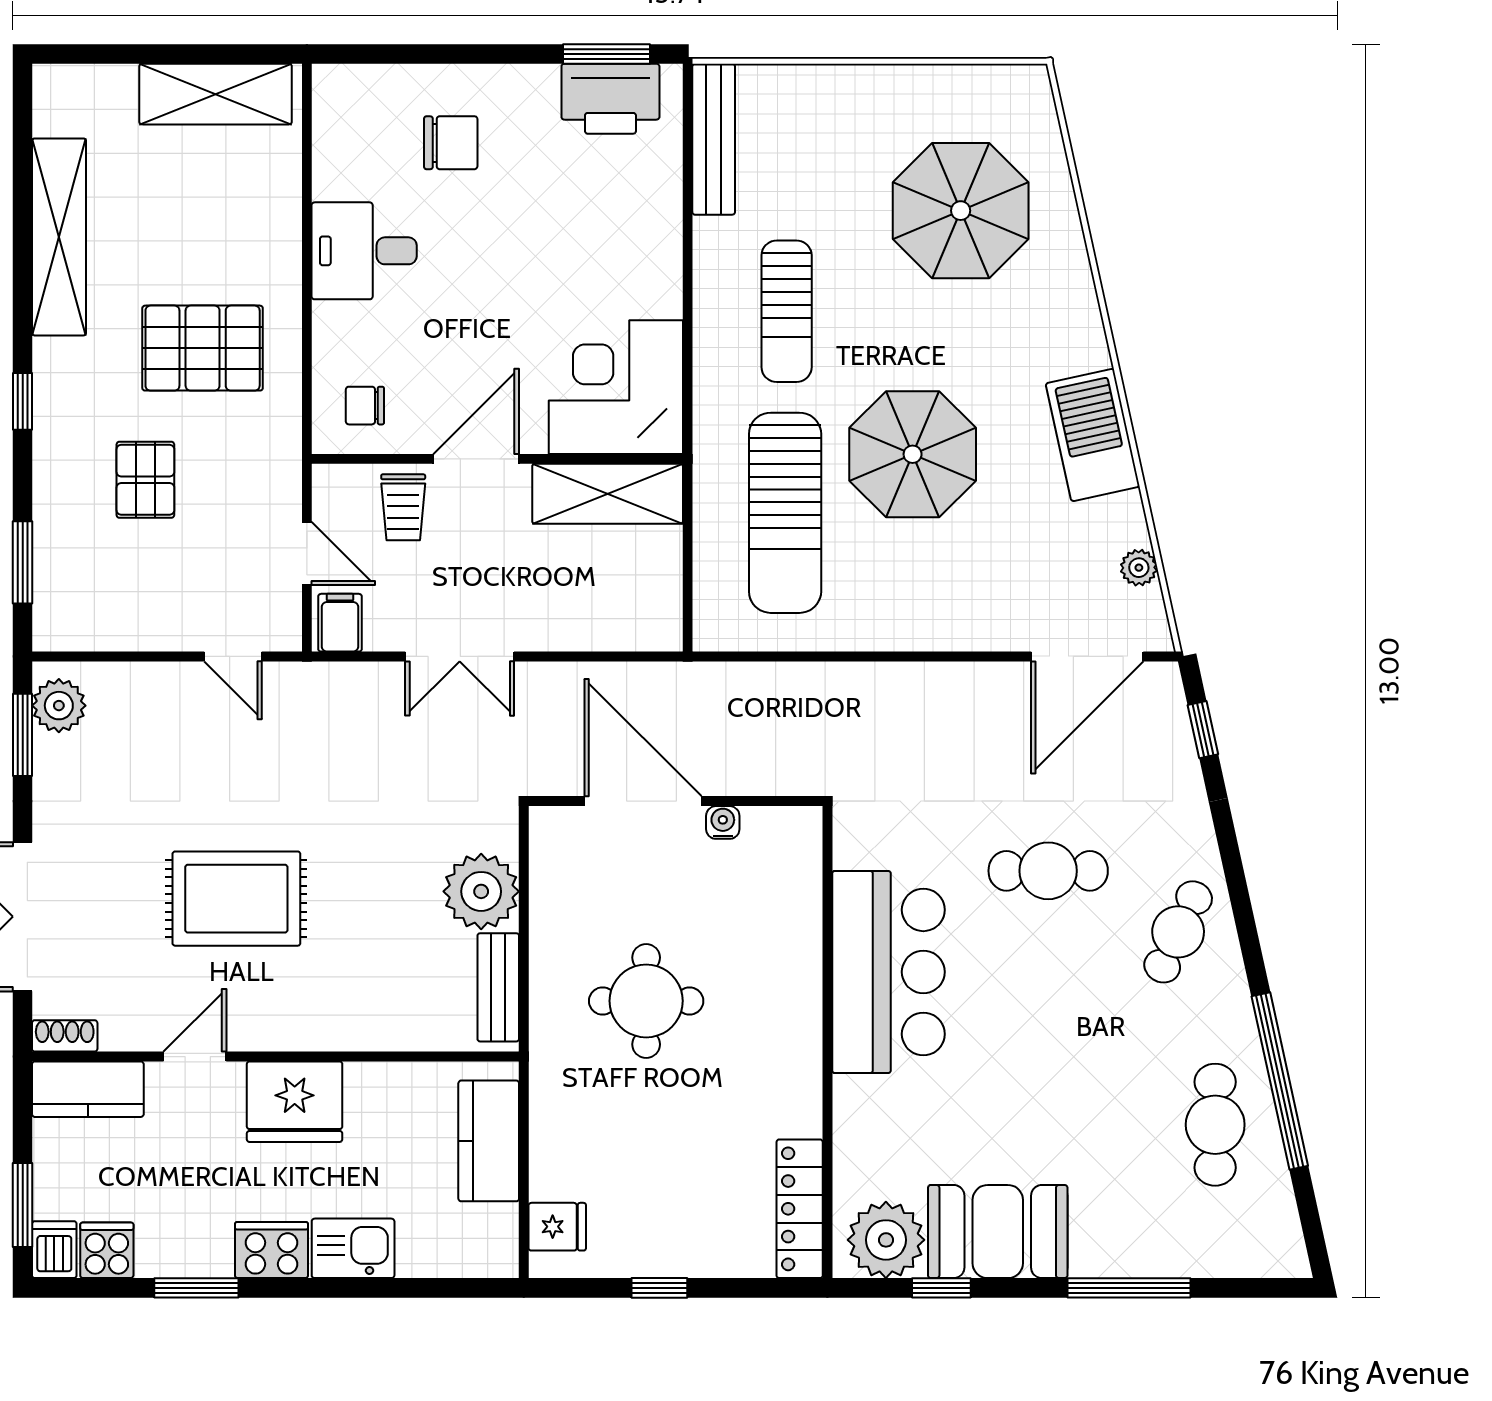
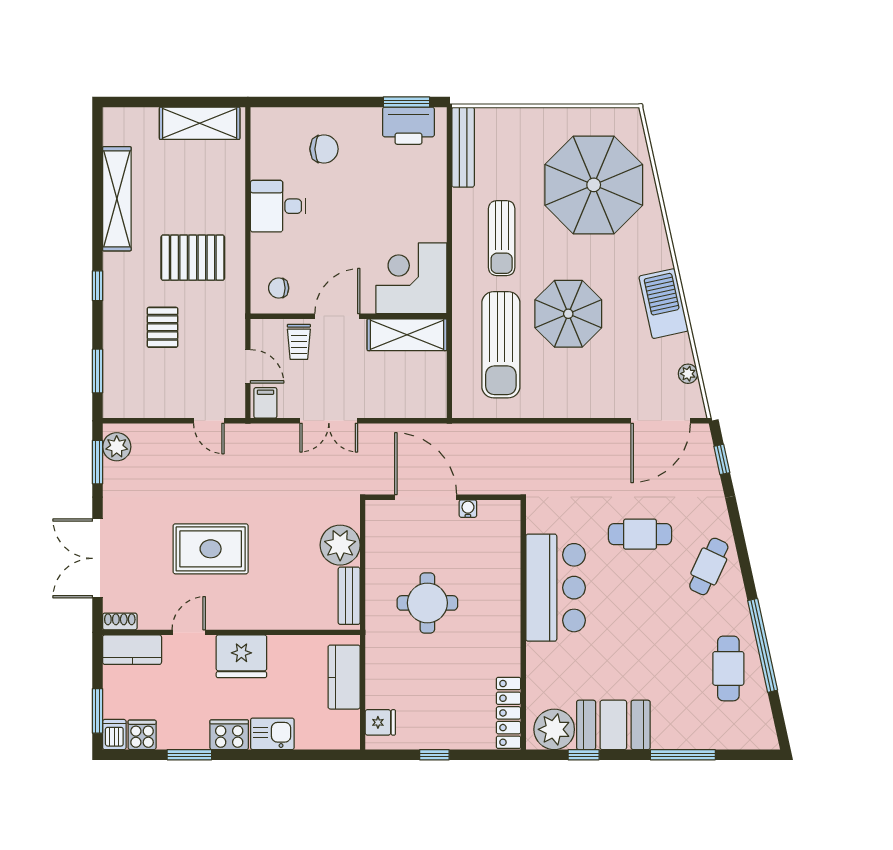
parasol: (961, 211) -> (594, 185), width x1.36, depth x1.36

